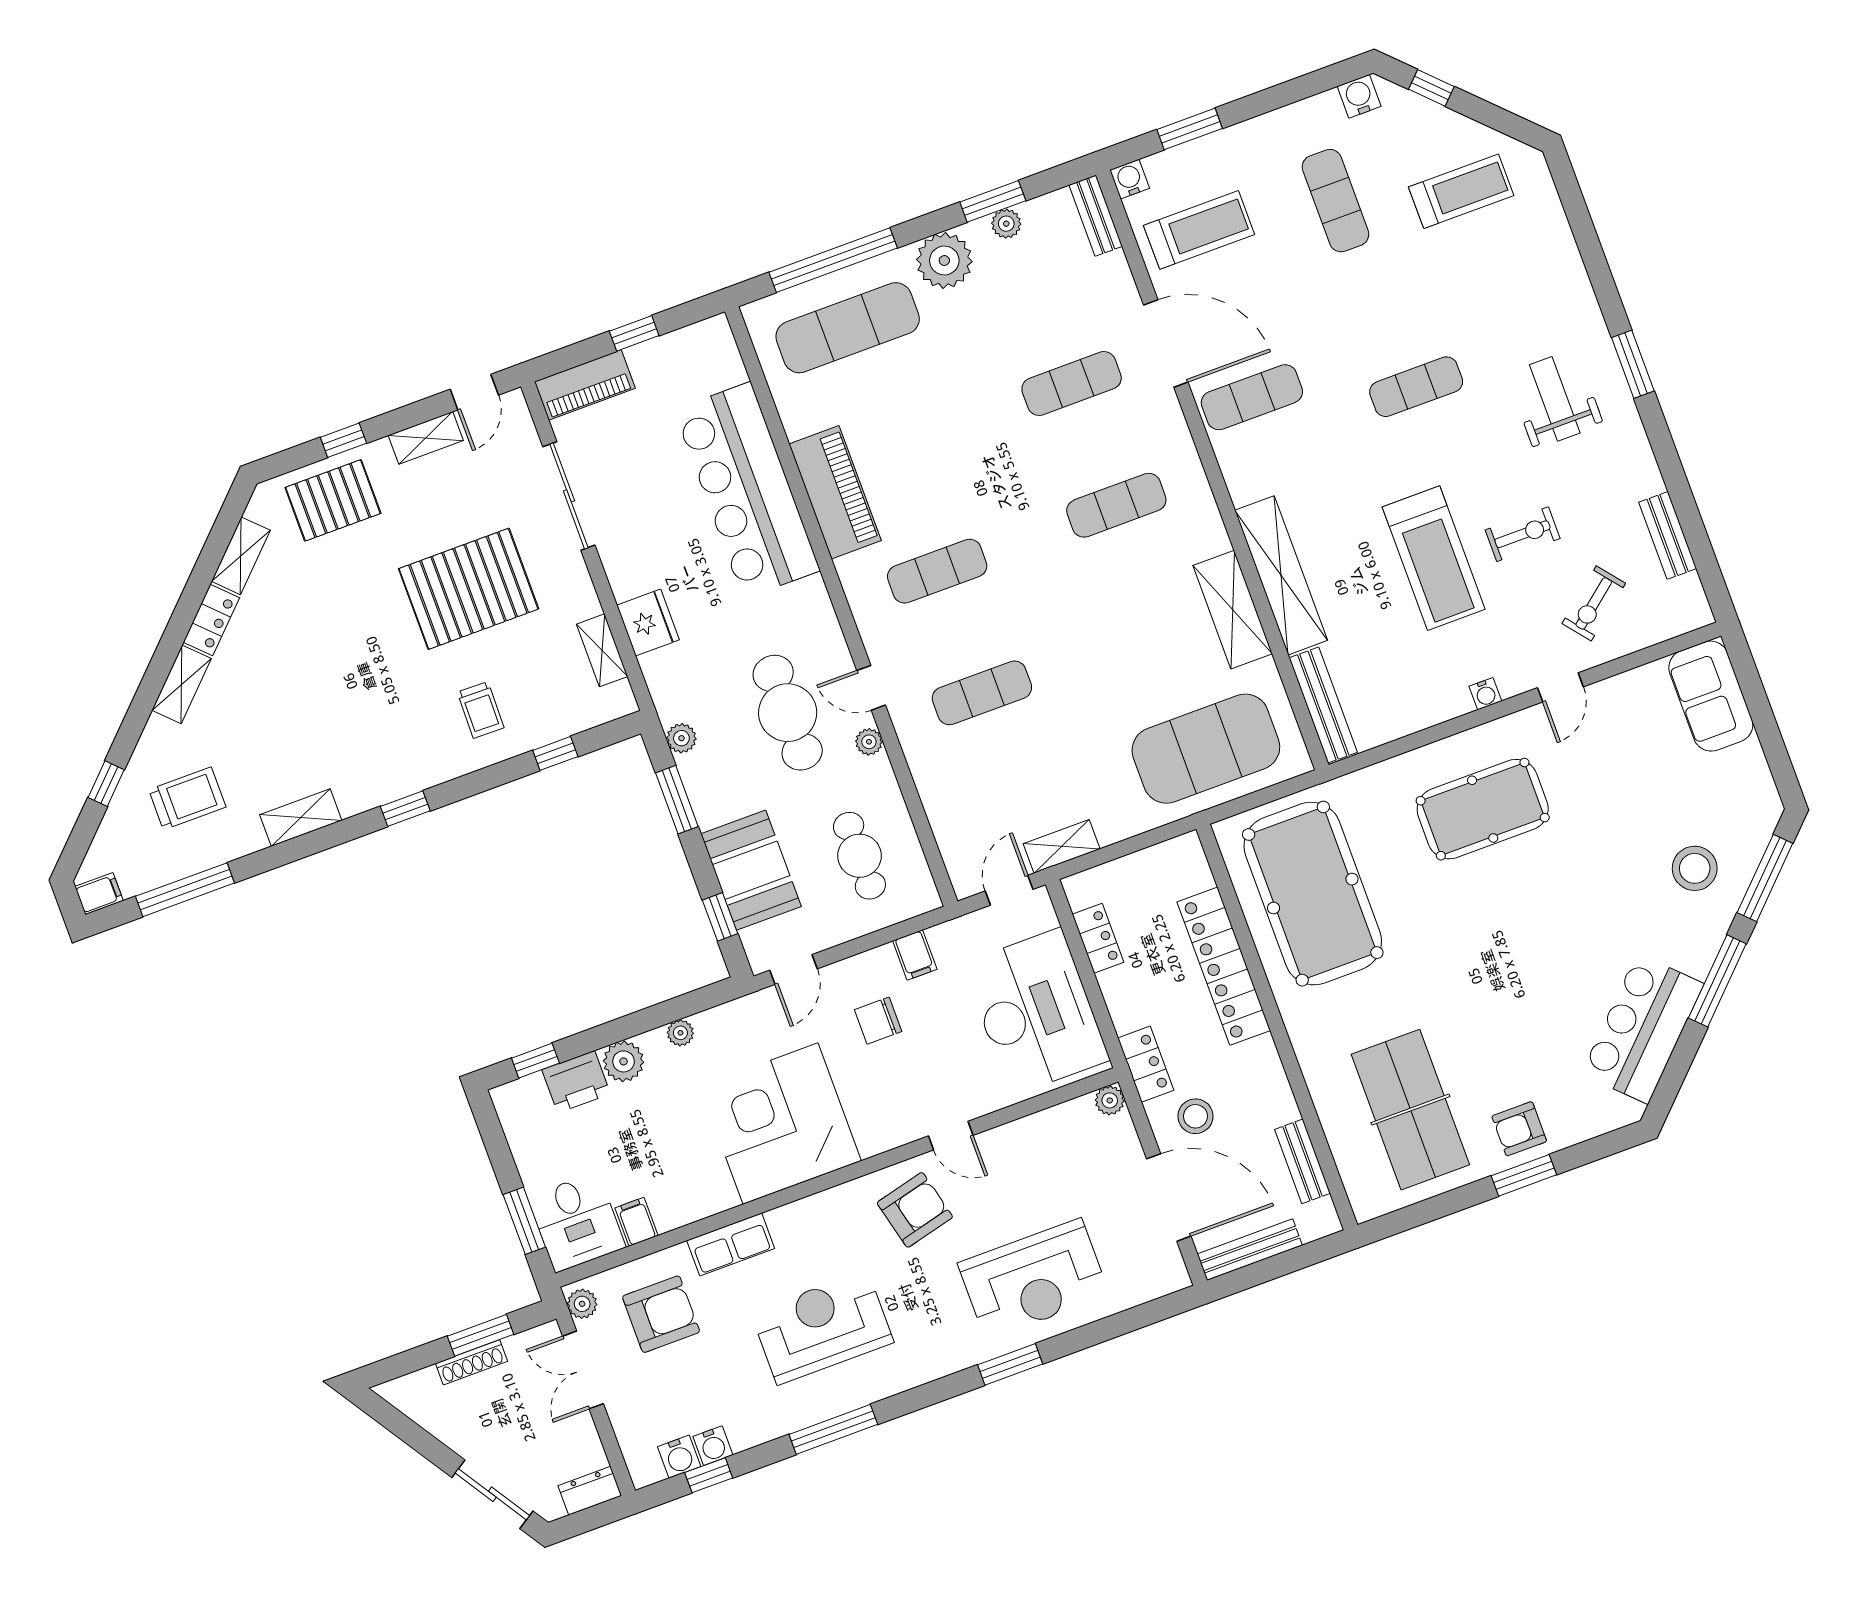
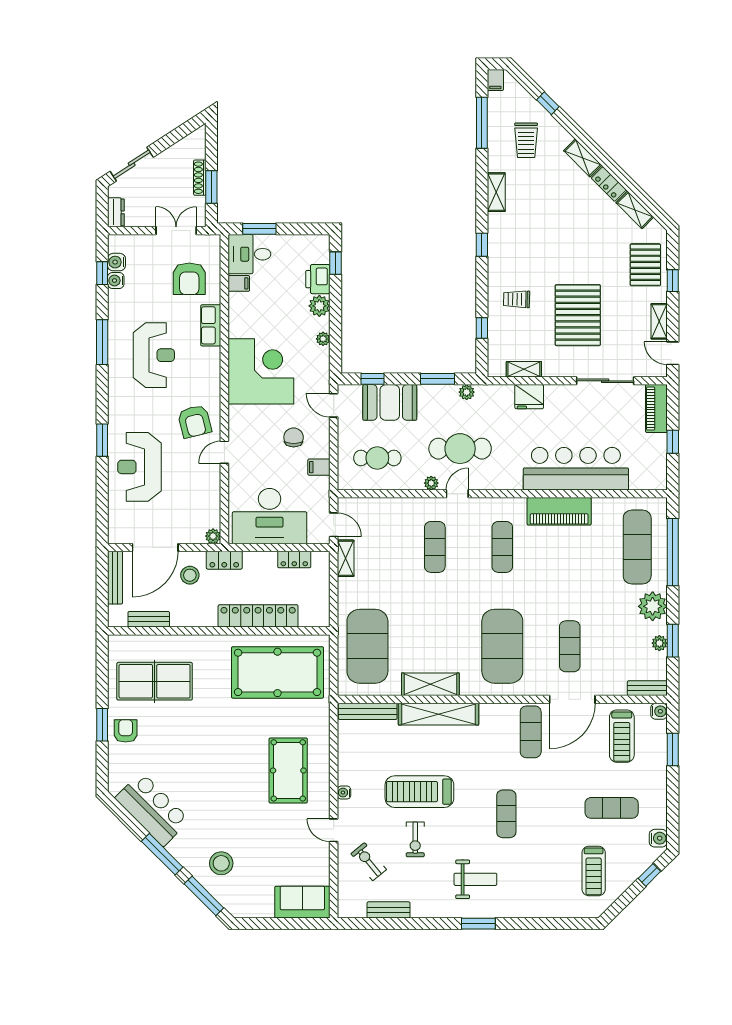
exercise mat: (1116, 505) -> (502, 646), width x2.00, depth x1.45
plant: (582, 1304) -> (208, 242), removed

